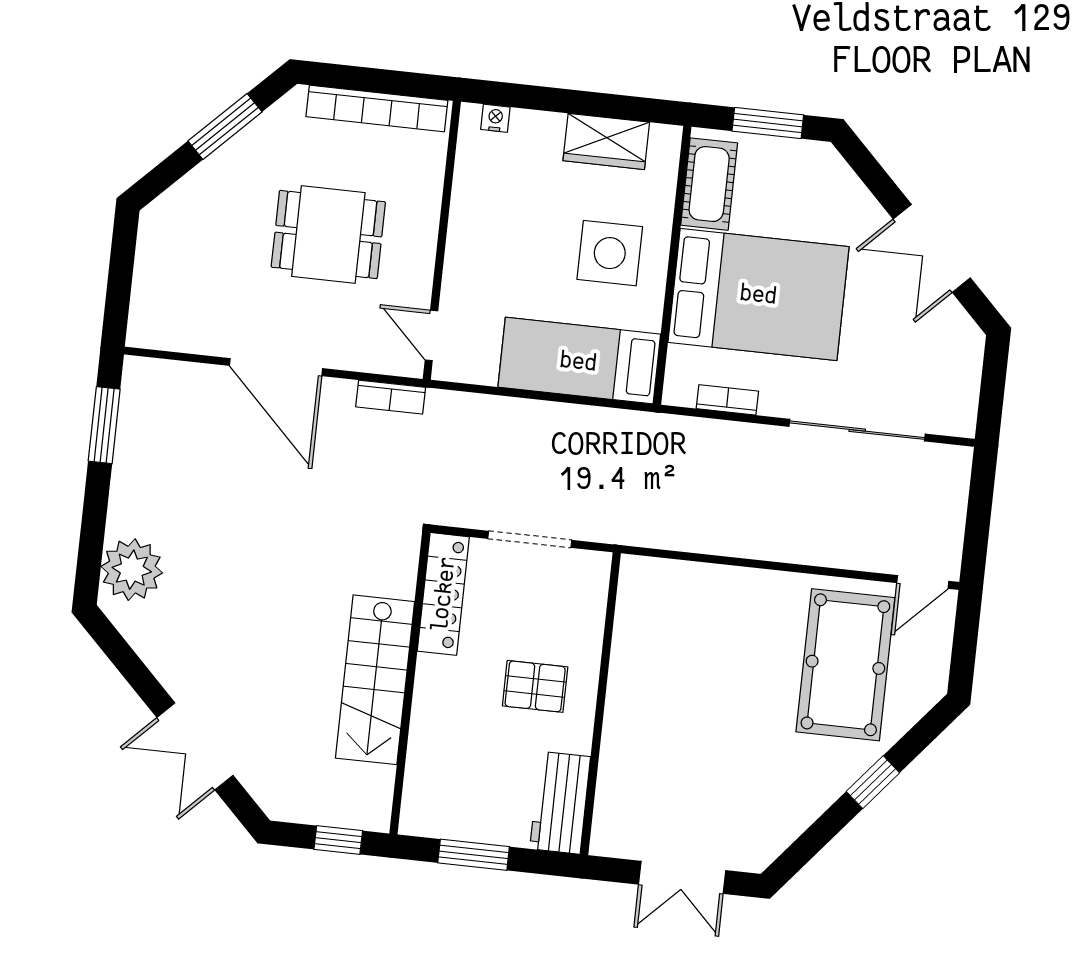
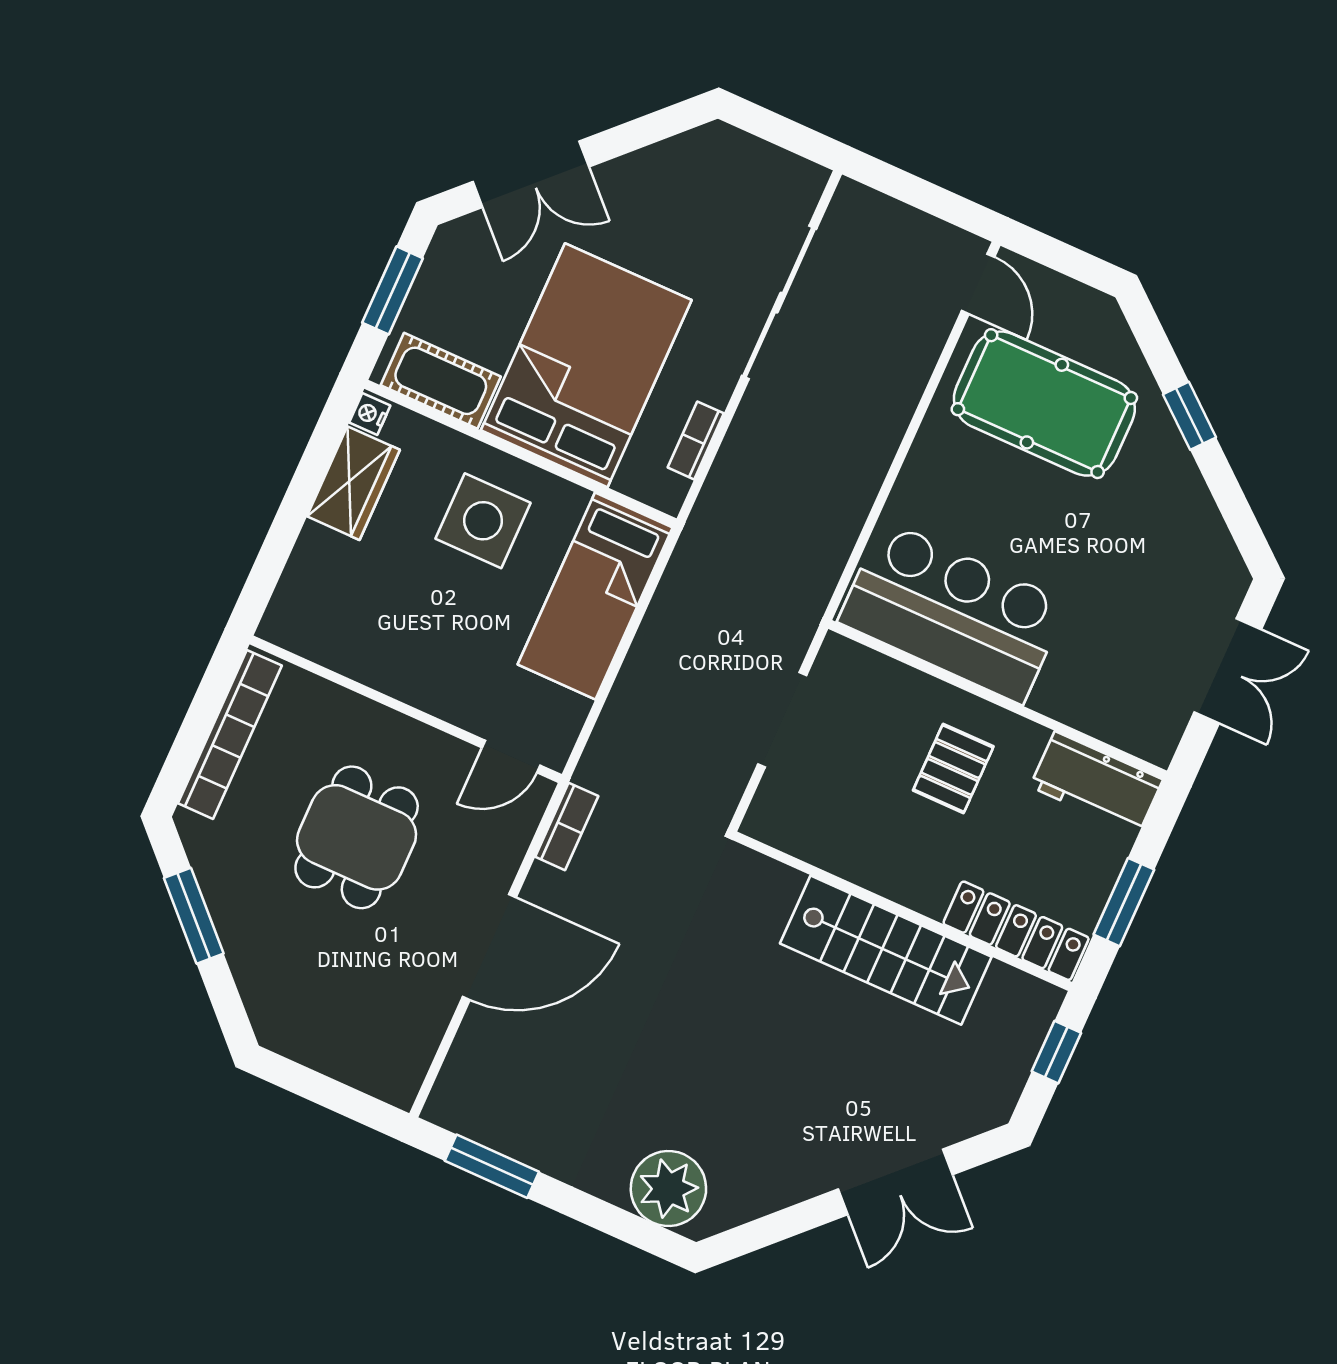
nightstand: (495, 118) -> (370, 414), moved
double door: (932, 248) -> (531, 174), moved
locker: (443, 594) -> (1016, 931), moved
bar counter: (658, 646) -> (953, 612), added

